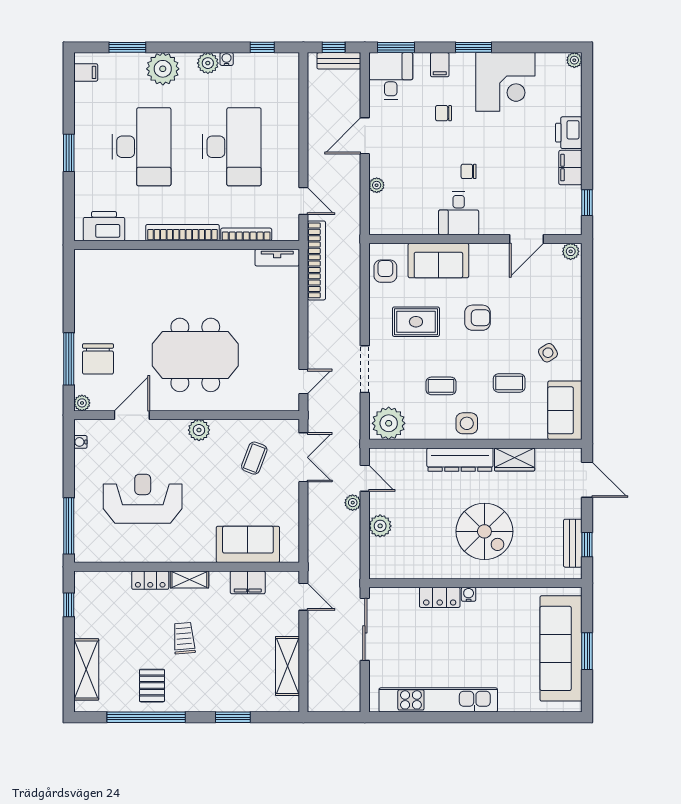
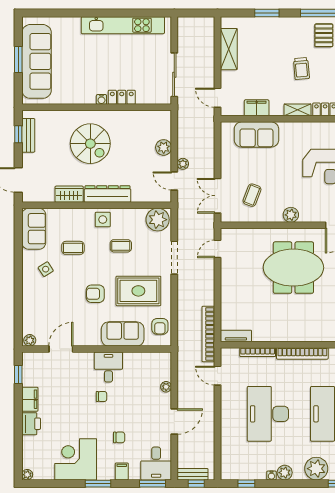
rug: (416, 322) -> (138, 291), width x1.36, depth x1.43
spiral stairs: (484, 531) -> (90, 144), turned 180

